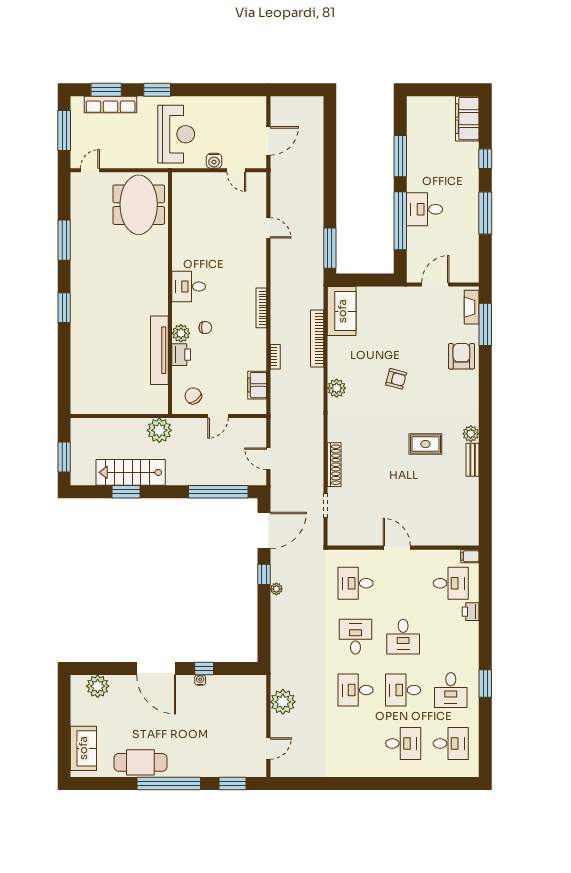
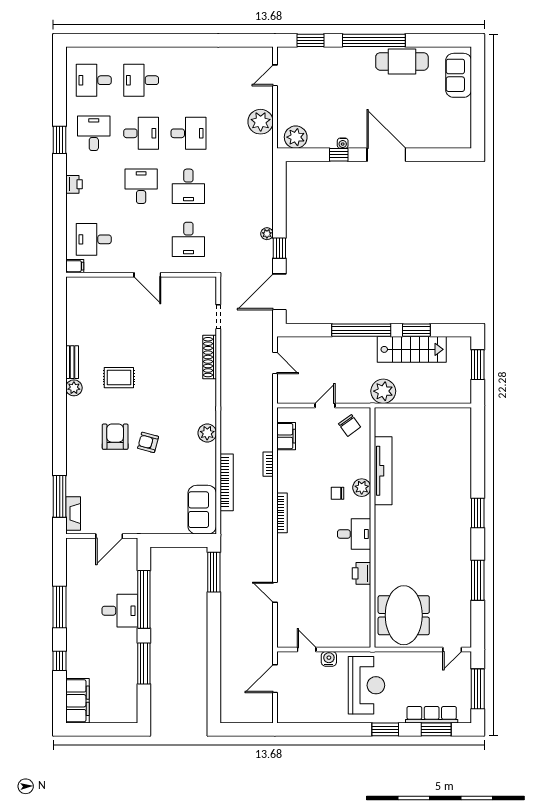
reception desk: (176, 134) -> (366, 685), turned 180
printer: (181, 355) -> (362, 573), moved
armchair: (461, 356) -> (115, 437), moved, turned 180
window: (218, 492) -> (361, 330), moved
desk: (355, 583) -> (188, 239), turned 90
printer: (471, 612) -> (74, 184), moved
plant: (98, 686) -> (296, 137), moved

